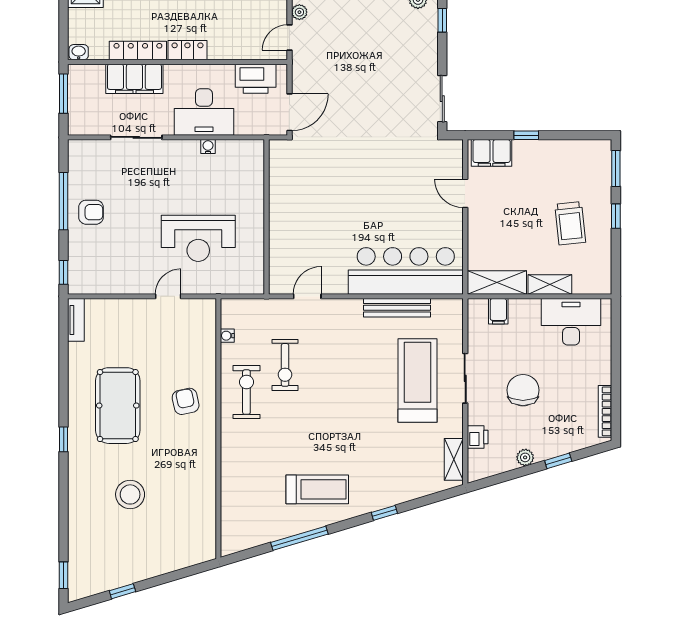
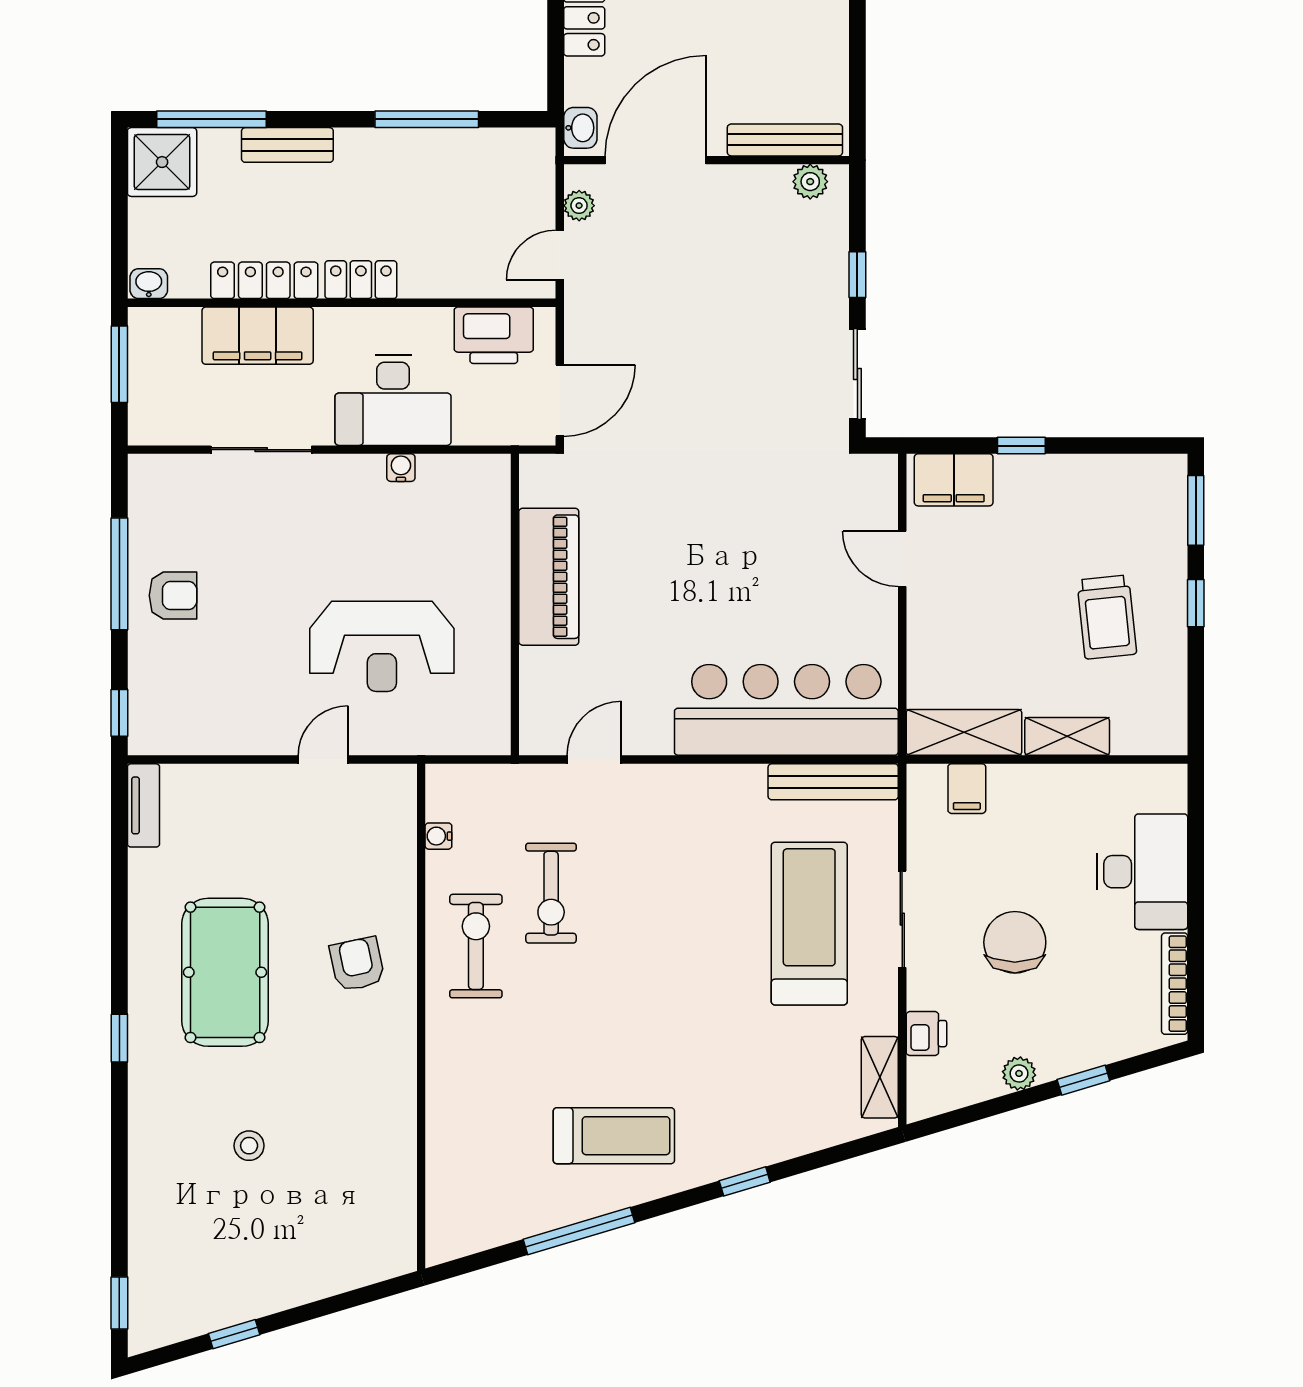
window: (442, 20) -> (857, 275), moved
piano: (284, 203) -> (549, 577), added
bench: (397, 308) -> (833, 782), moved
desk: (571, 322) -> (1142, 872), moved, turned 90
stool: (130, 494) -> (249, 1146), width x0.53, depth x0.53

